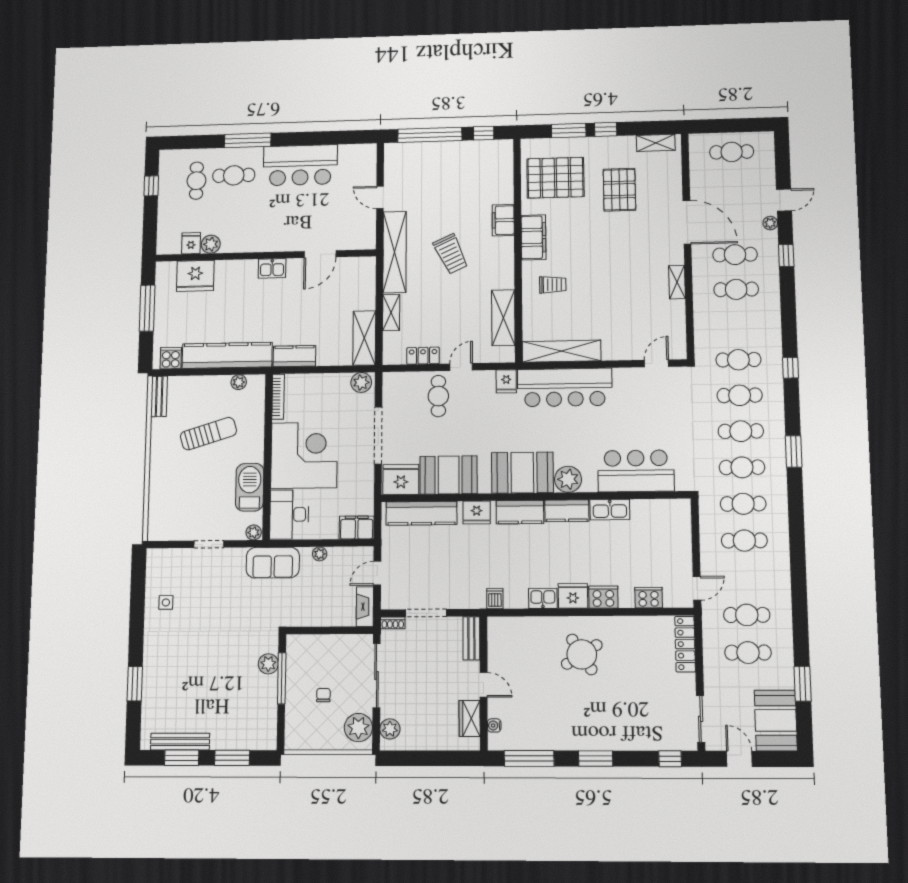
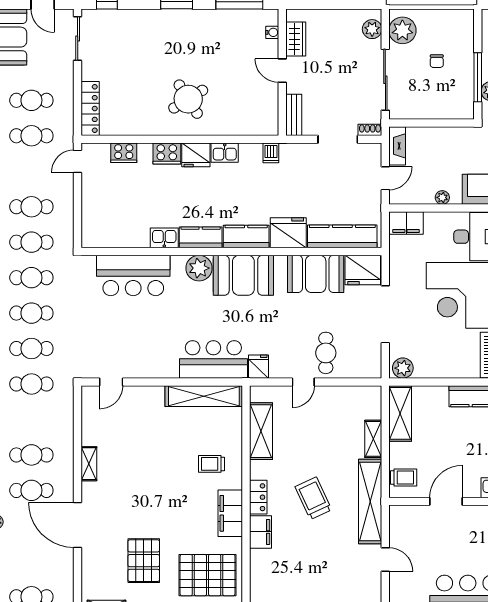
trolley: (361, 276) -> (404, 477), added
locker: (423, 356) -> (258, 497), moved, turned -90
bar counter: (565, 387) -> (213, 359), width x0.73
kitchen sink: (610, 510) -> (164, 238), width x0.73
fridge: (477, 512) -> (288, 233), width x1.36, depth x1.34

